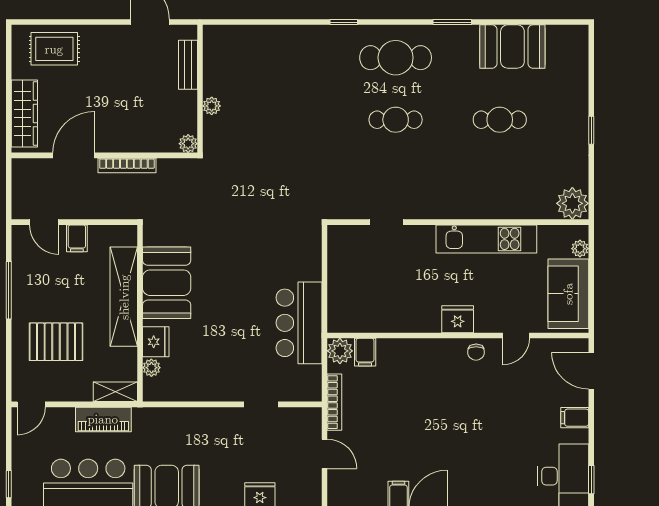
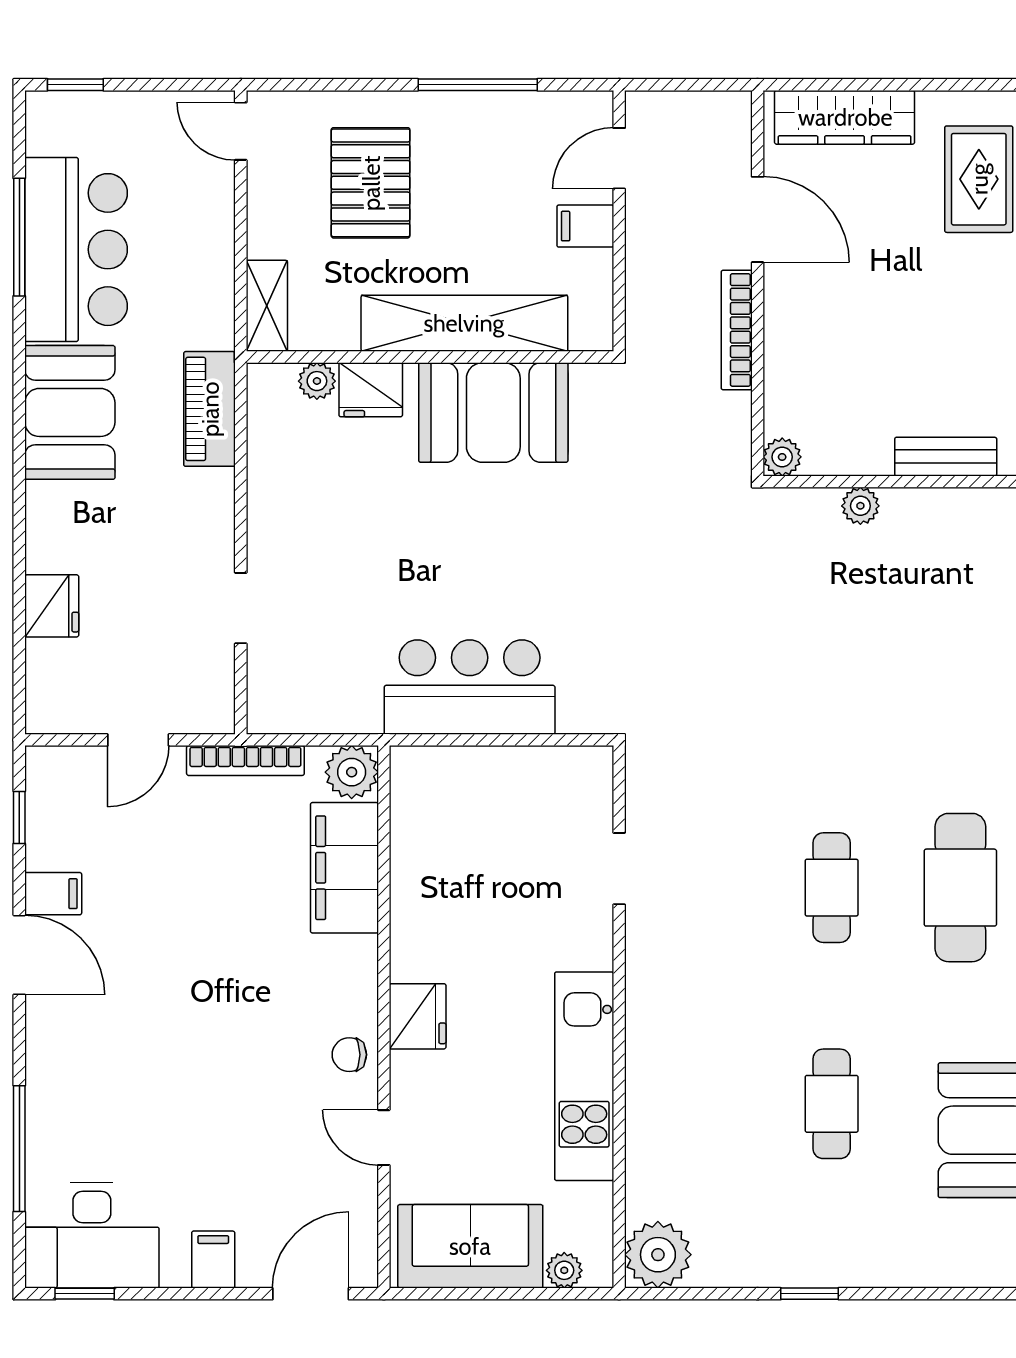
bar counter: (299, 323) -> (470, 687), moved
filing cabinet: (365, 352) -> (344, 868), width x3.00, depth x1.17
piano: (103, 419) -> (210, 409), moved

